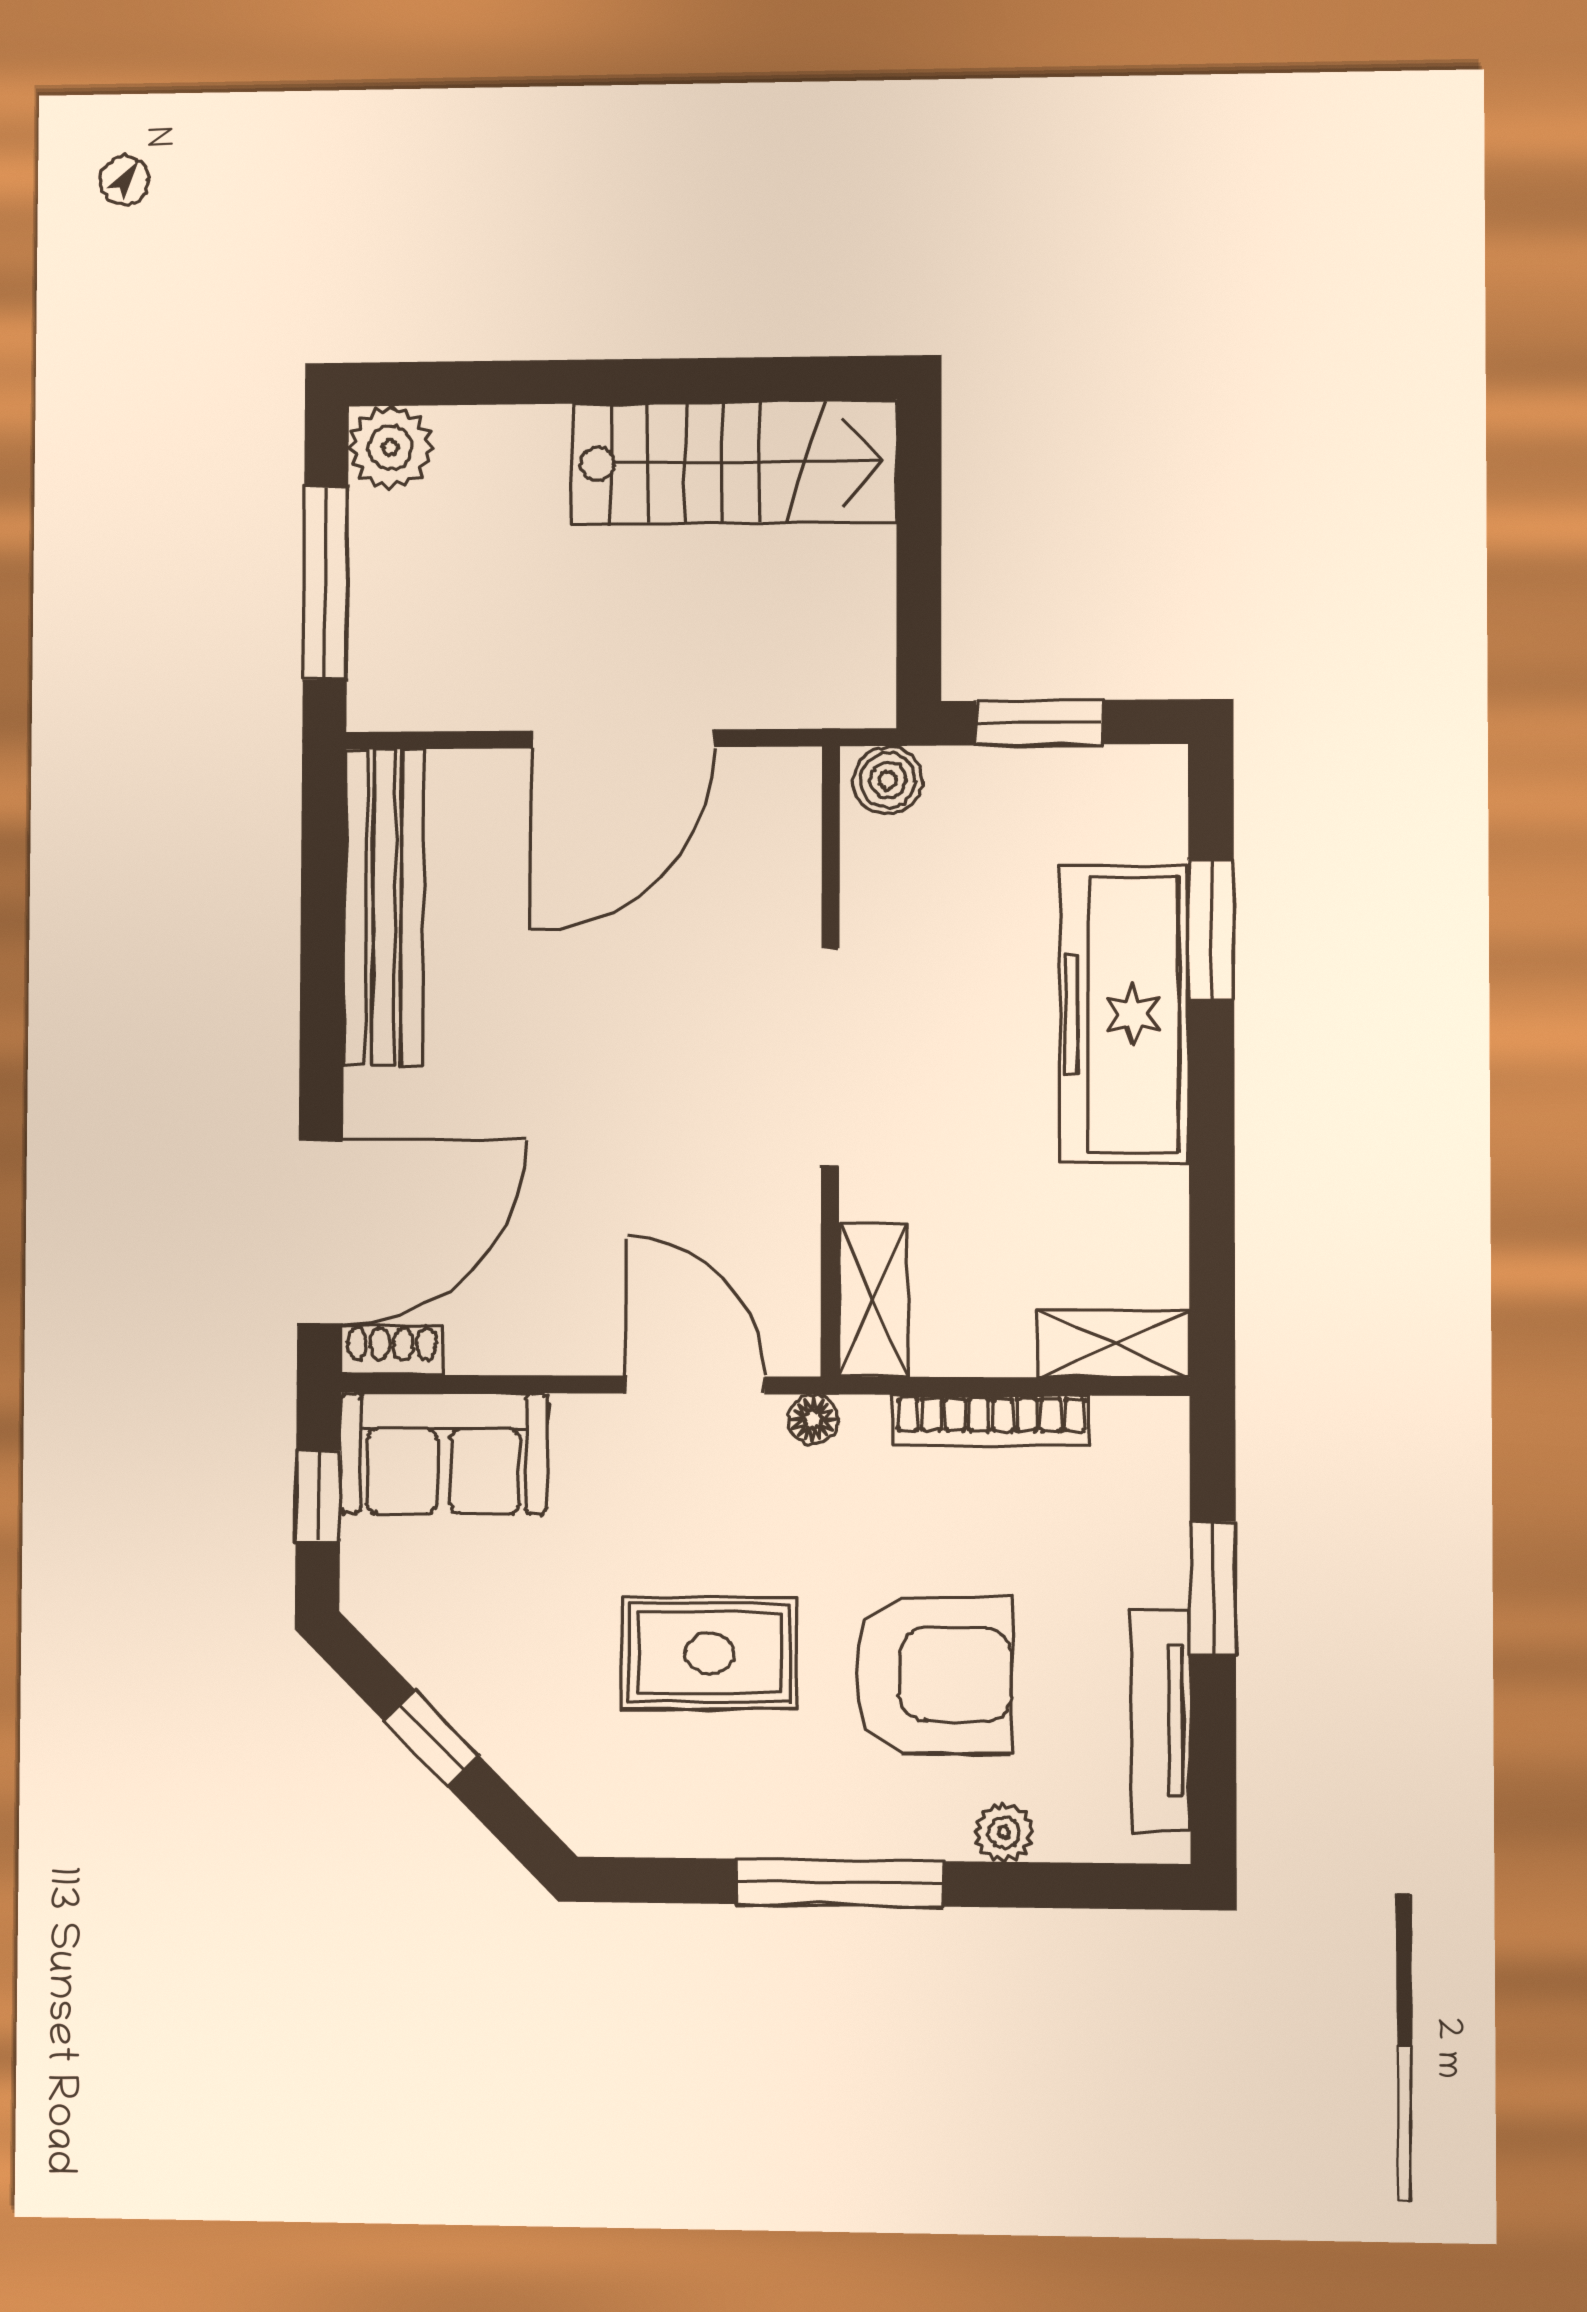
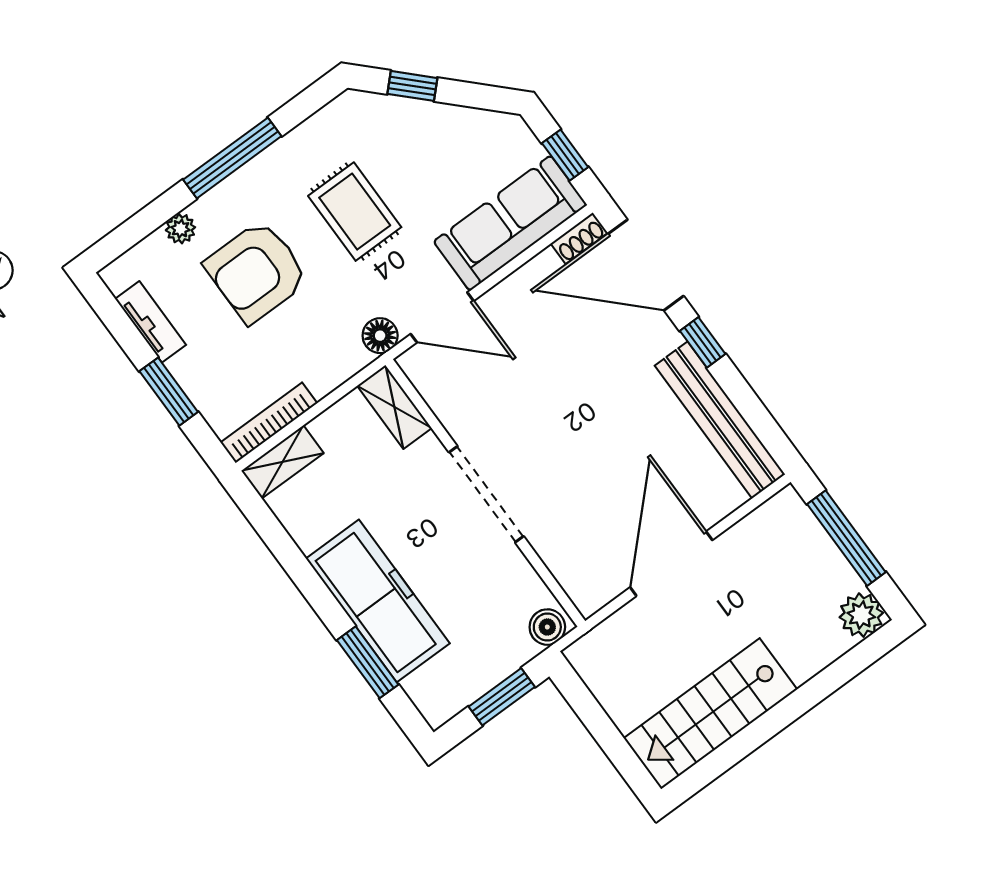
window: (322, 1047) -> (703, 342), added
door: (320, 1232) -> (646, 265), hinge flipped
floor lamp: (813, 1419) -> (380, 336), width x1.37, depth x1.37
bookcase: (991, 1421) -> (269, 423), moved
sofa: (444, 1453) -> (510, 223), width x1.36
rug: (709, 1653) -> (355, 212), turned 90
tv unit: (1160, 1720) -> (151, 322), width x0.71
window: (431, 1739) -> (412, 86), moved

